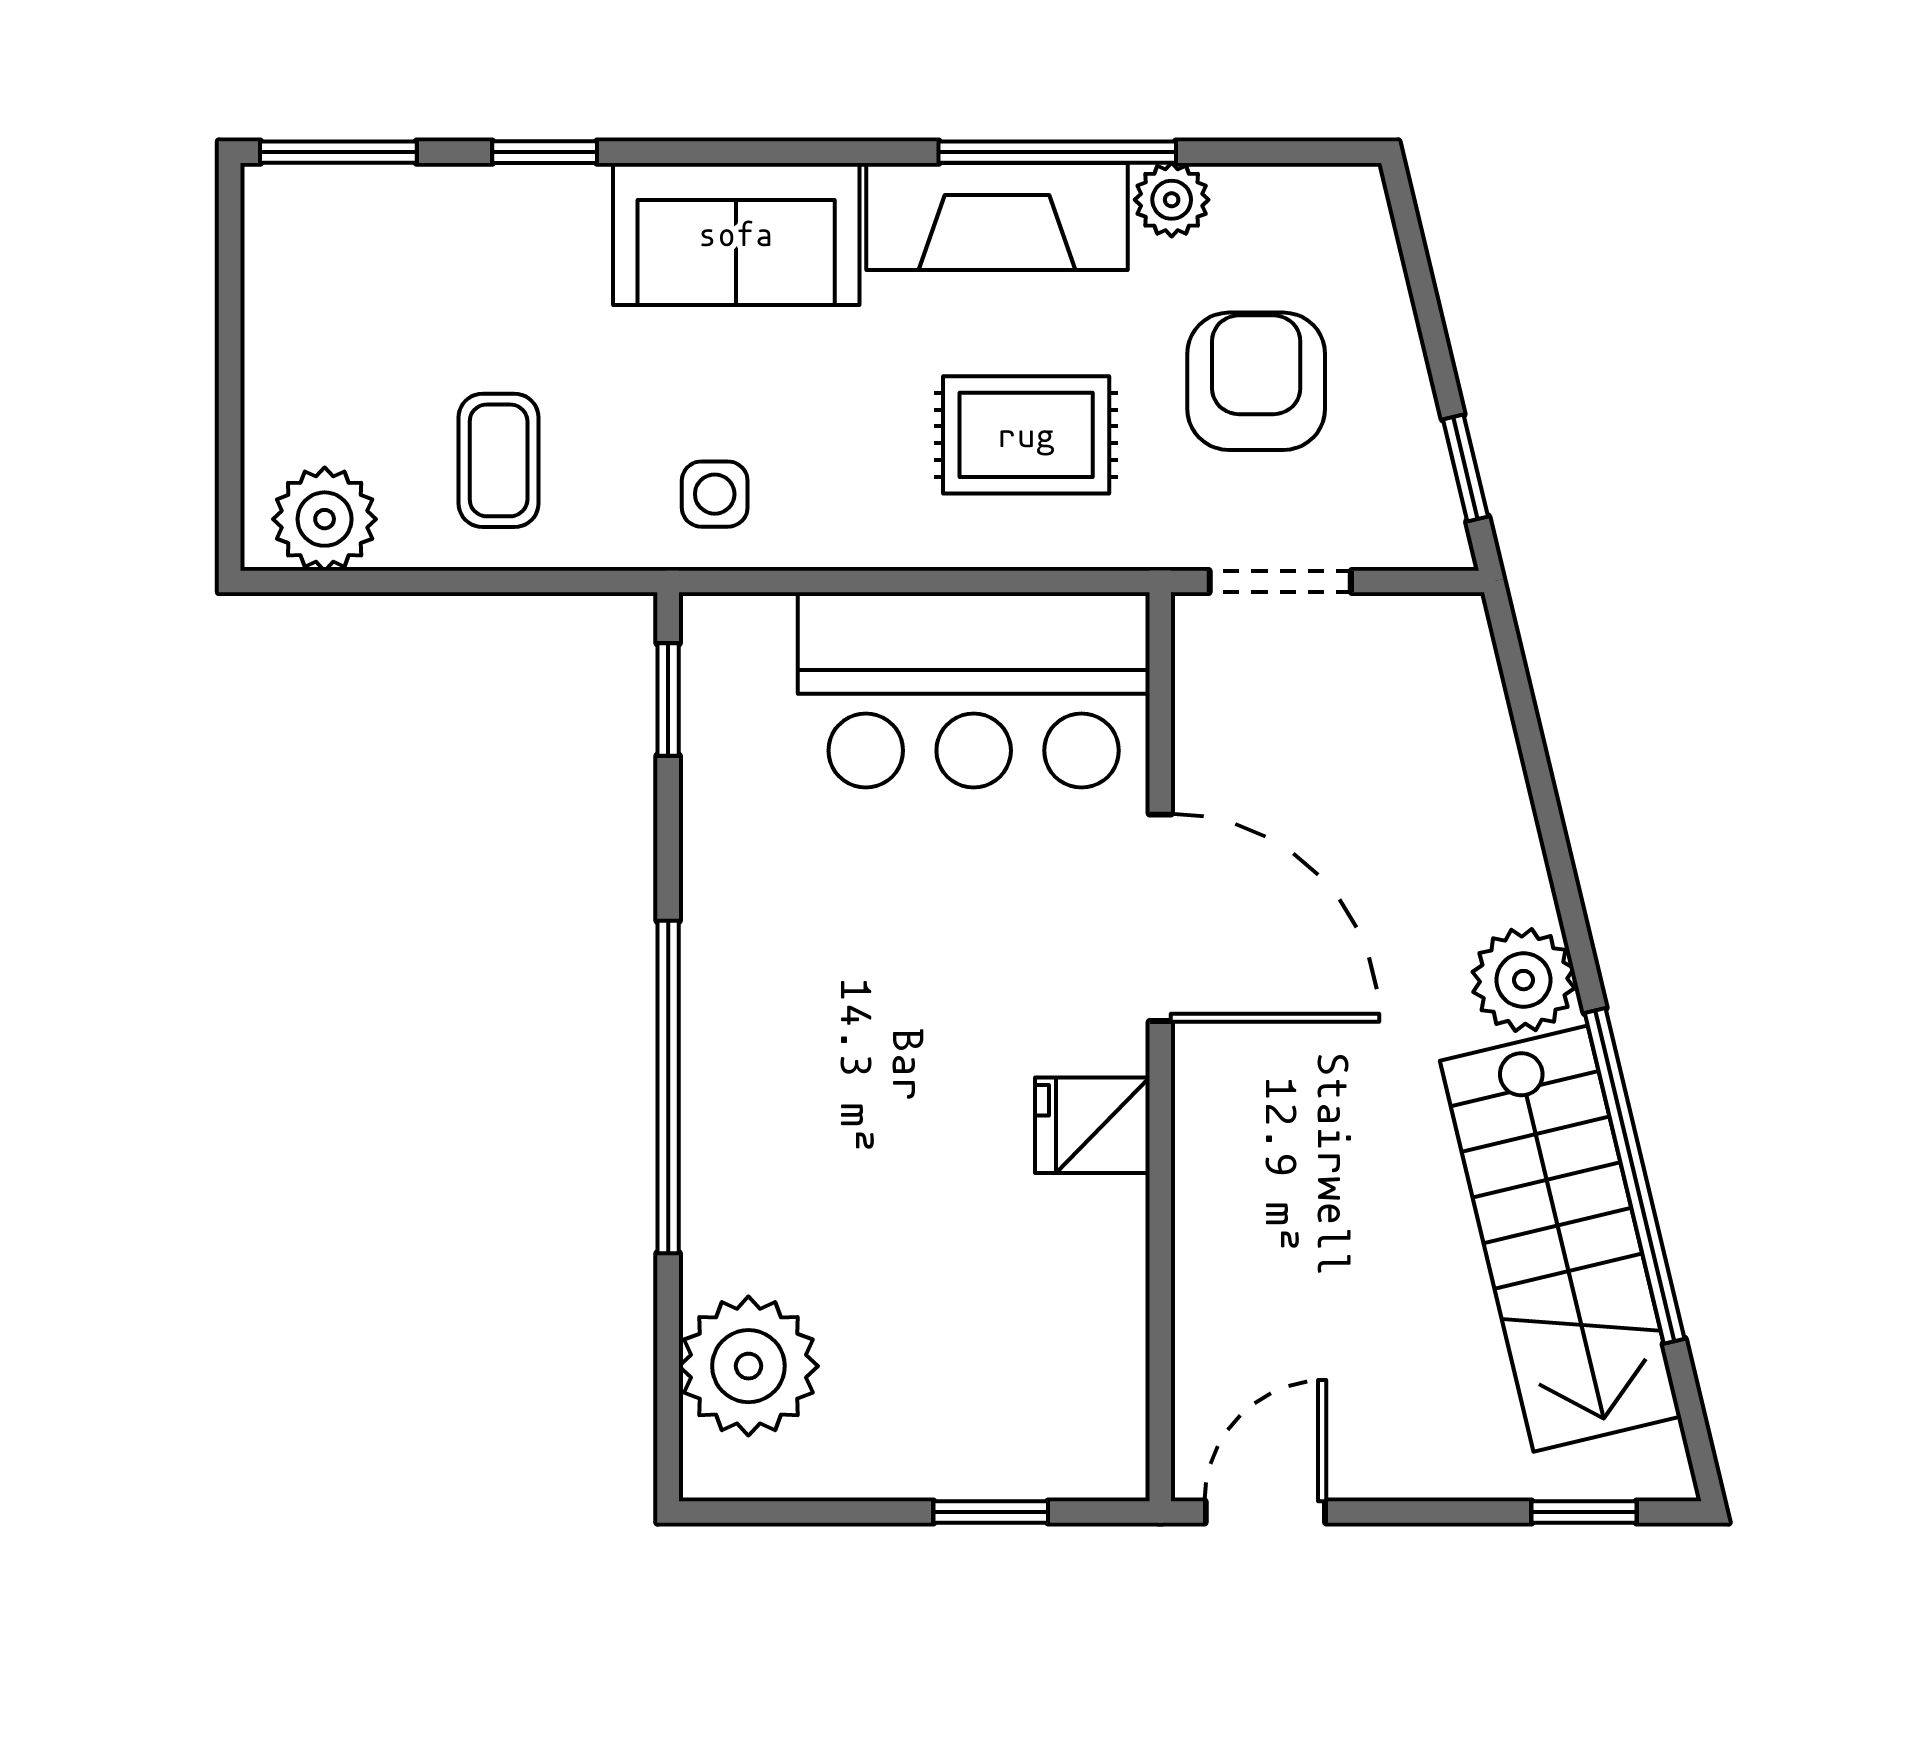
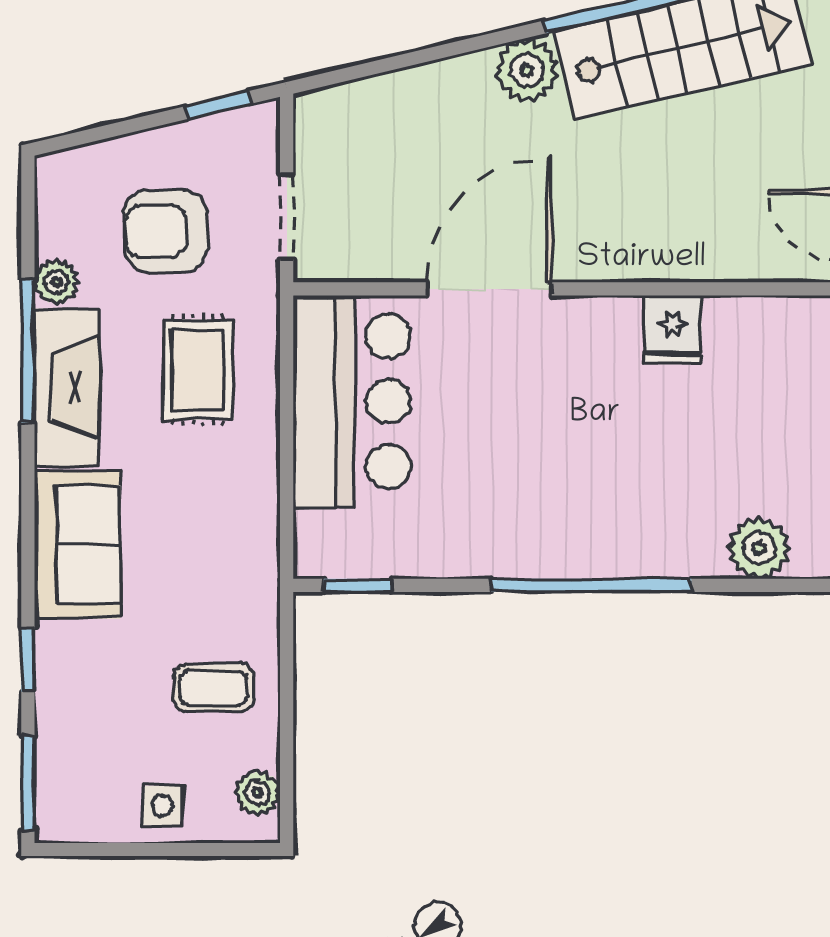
side table: (715, 494) -> (162, 806), moved
plant: (325, 519) -> (257, 792), width x0.73, depth x0.73
fridge: (1092, 1125) -> (672, 330), moved
plant: (748, 1366) -> (759, 548), width x0.73, depth x0.73

